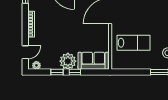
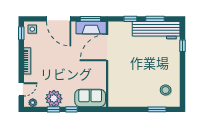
lab bench: (133, 43) -> (131, 80), removed
plant: (68, 61) -> (54, 98), moved

